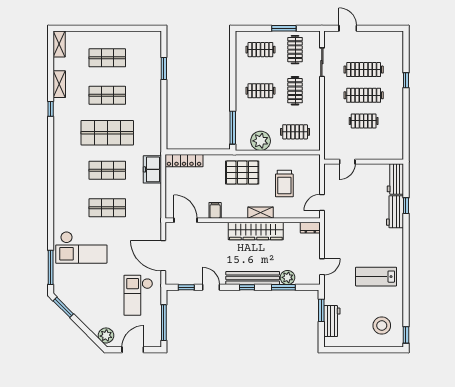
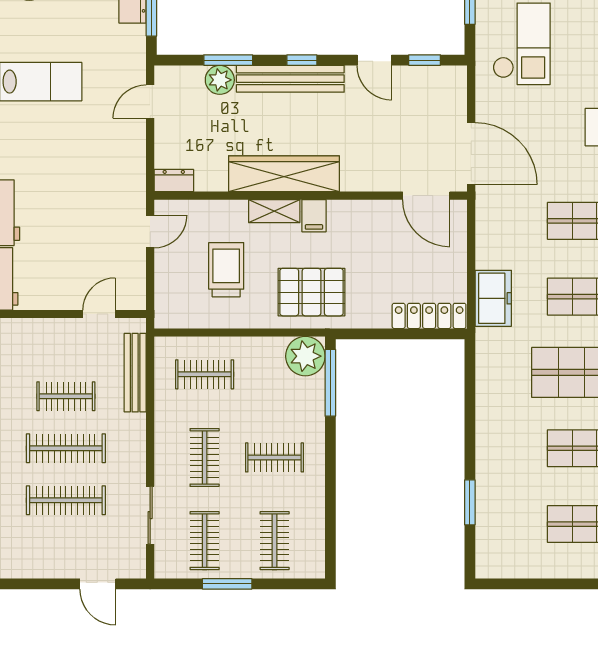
clothes rail: (260, 50) -> (275, 541), turned 90
bench: (329, 133) -> (135, 373), added
plant: (261, 141) -> (305, 356), moved
filing cabinet: (215, 210) -> (314, 216), moved
door: (163, 256) -> (471, 154), moved

